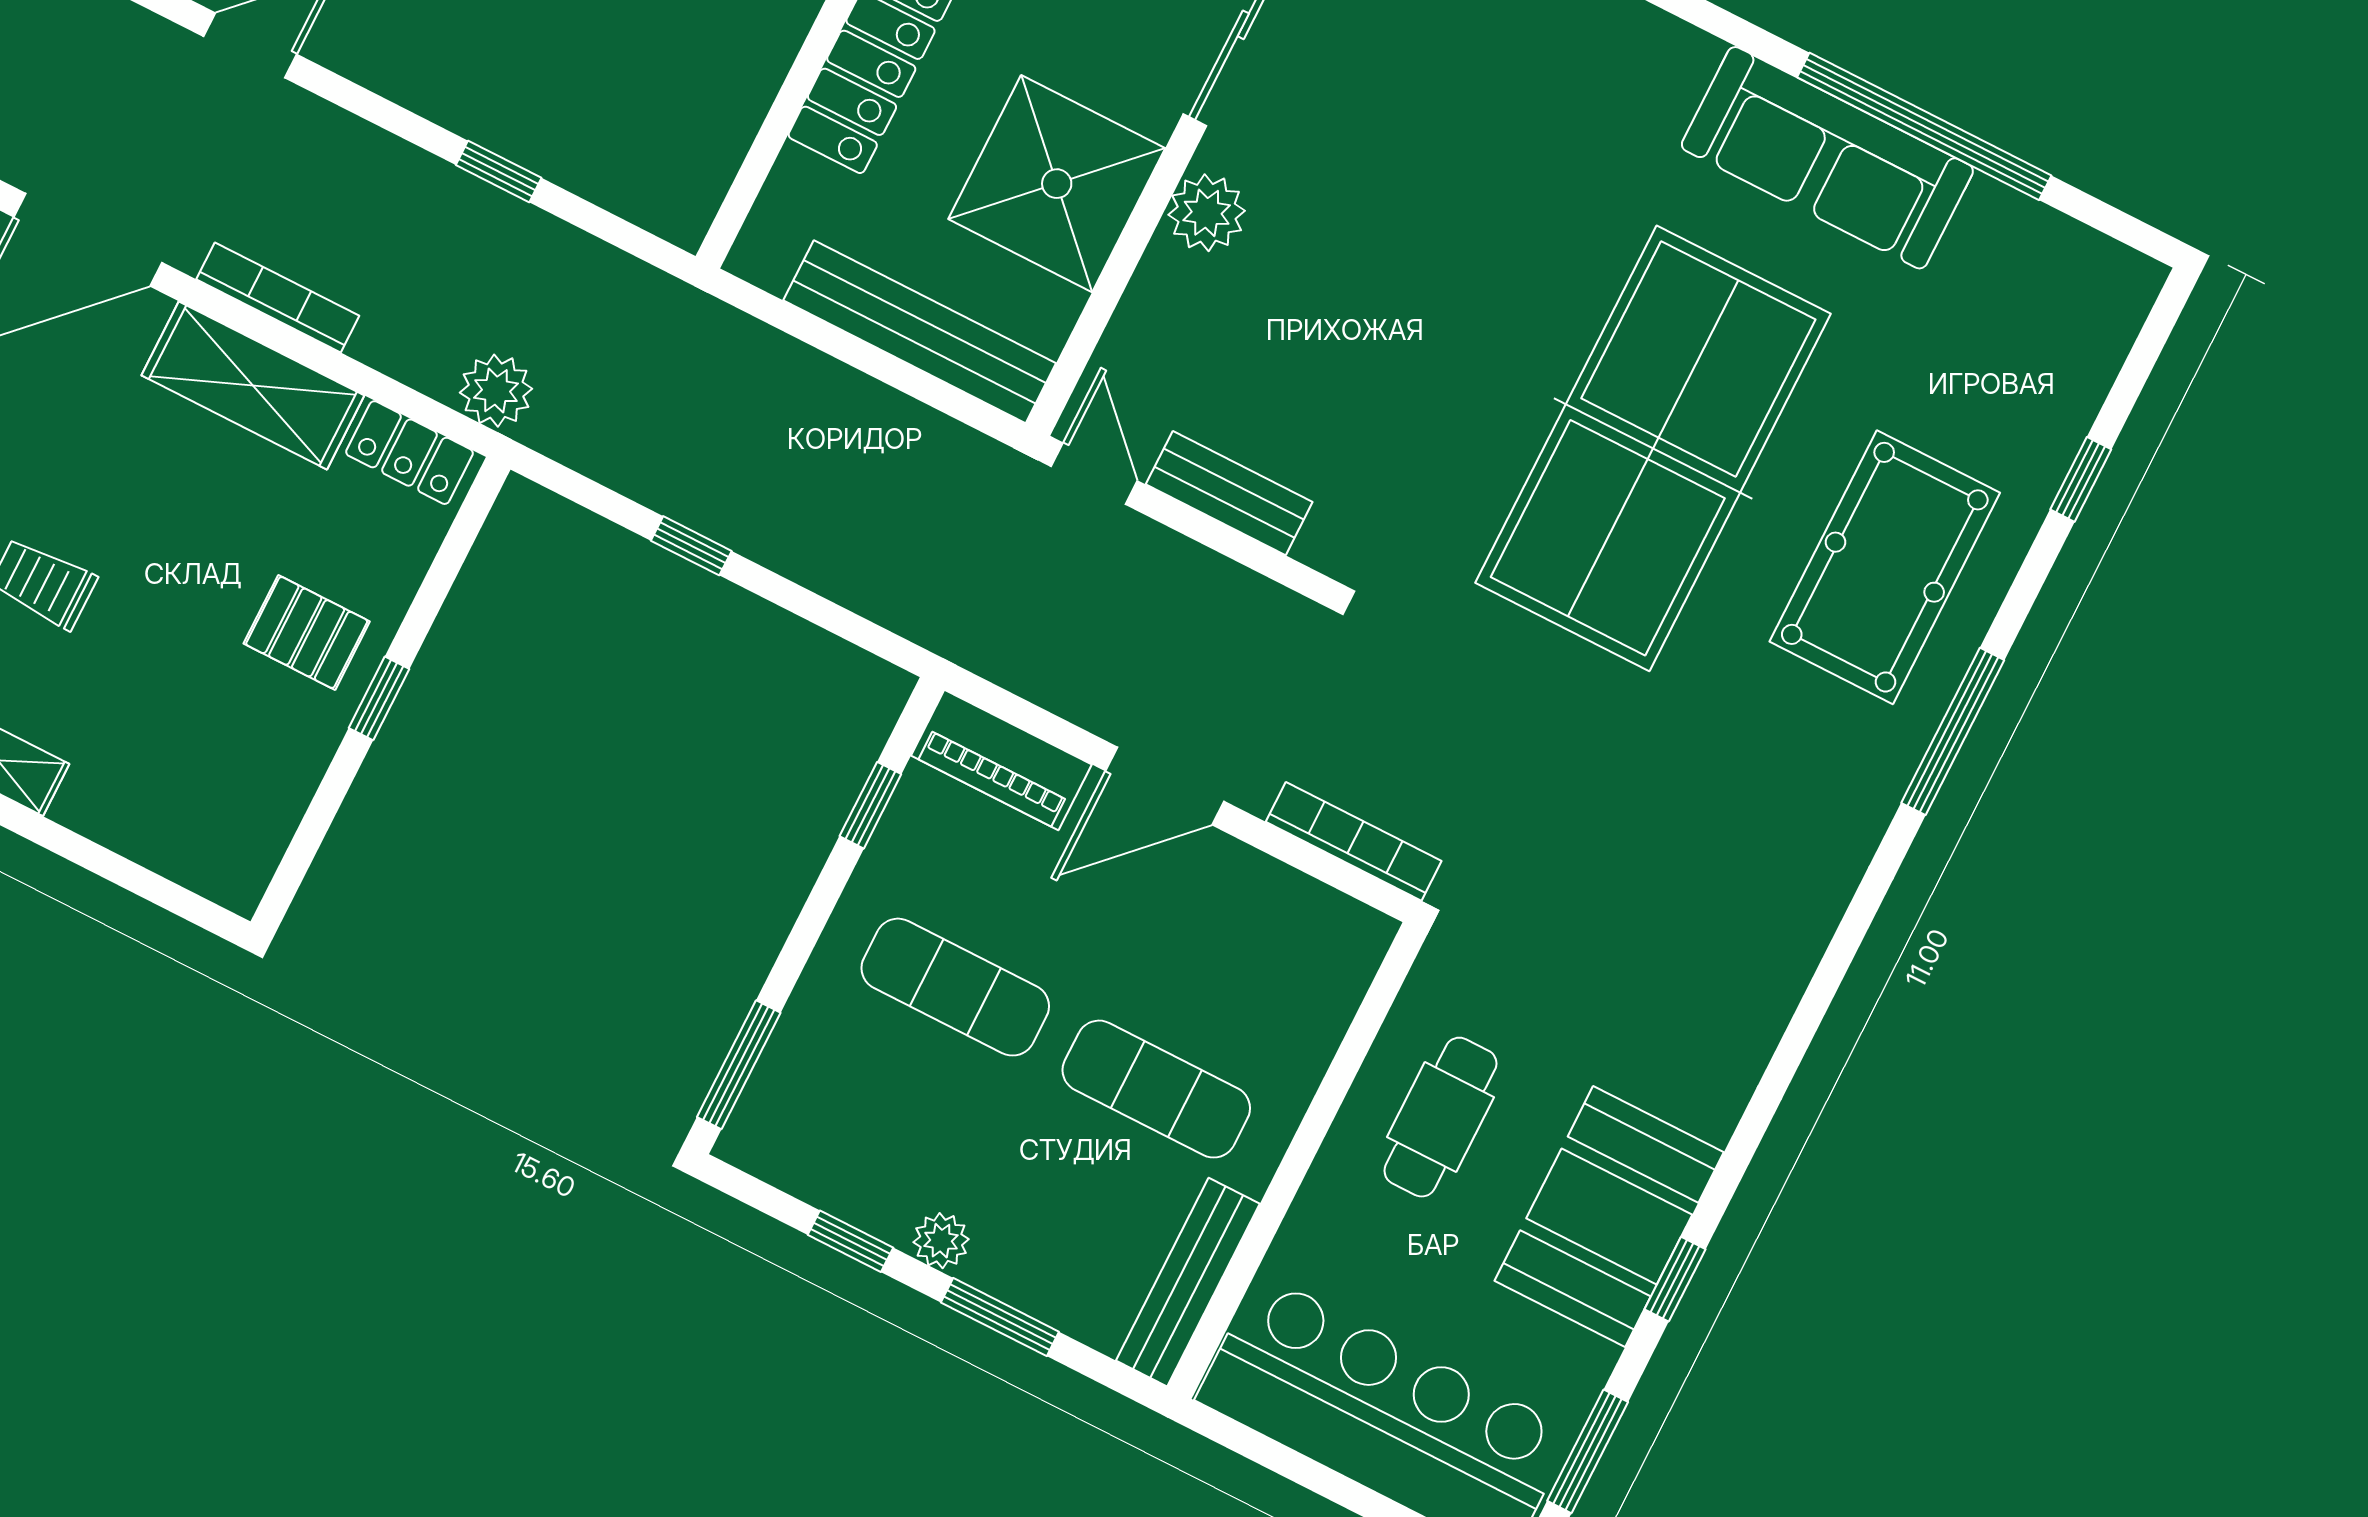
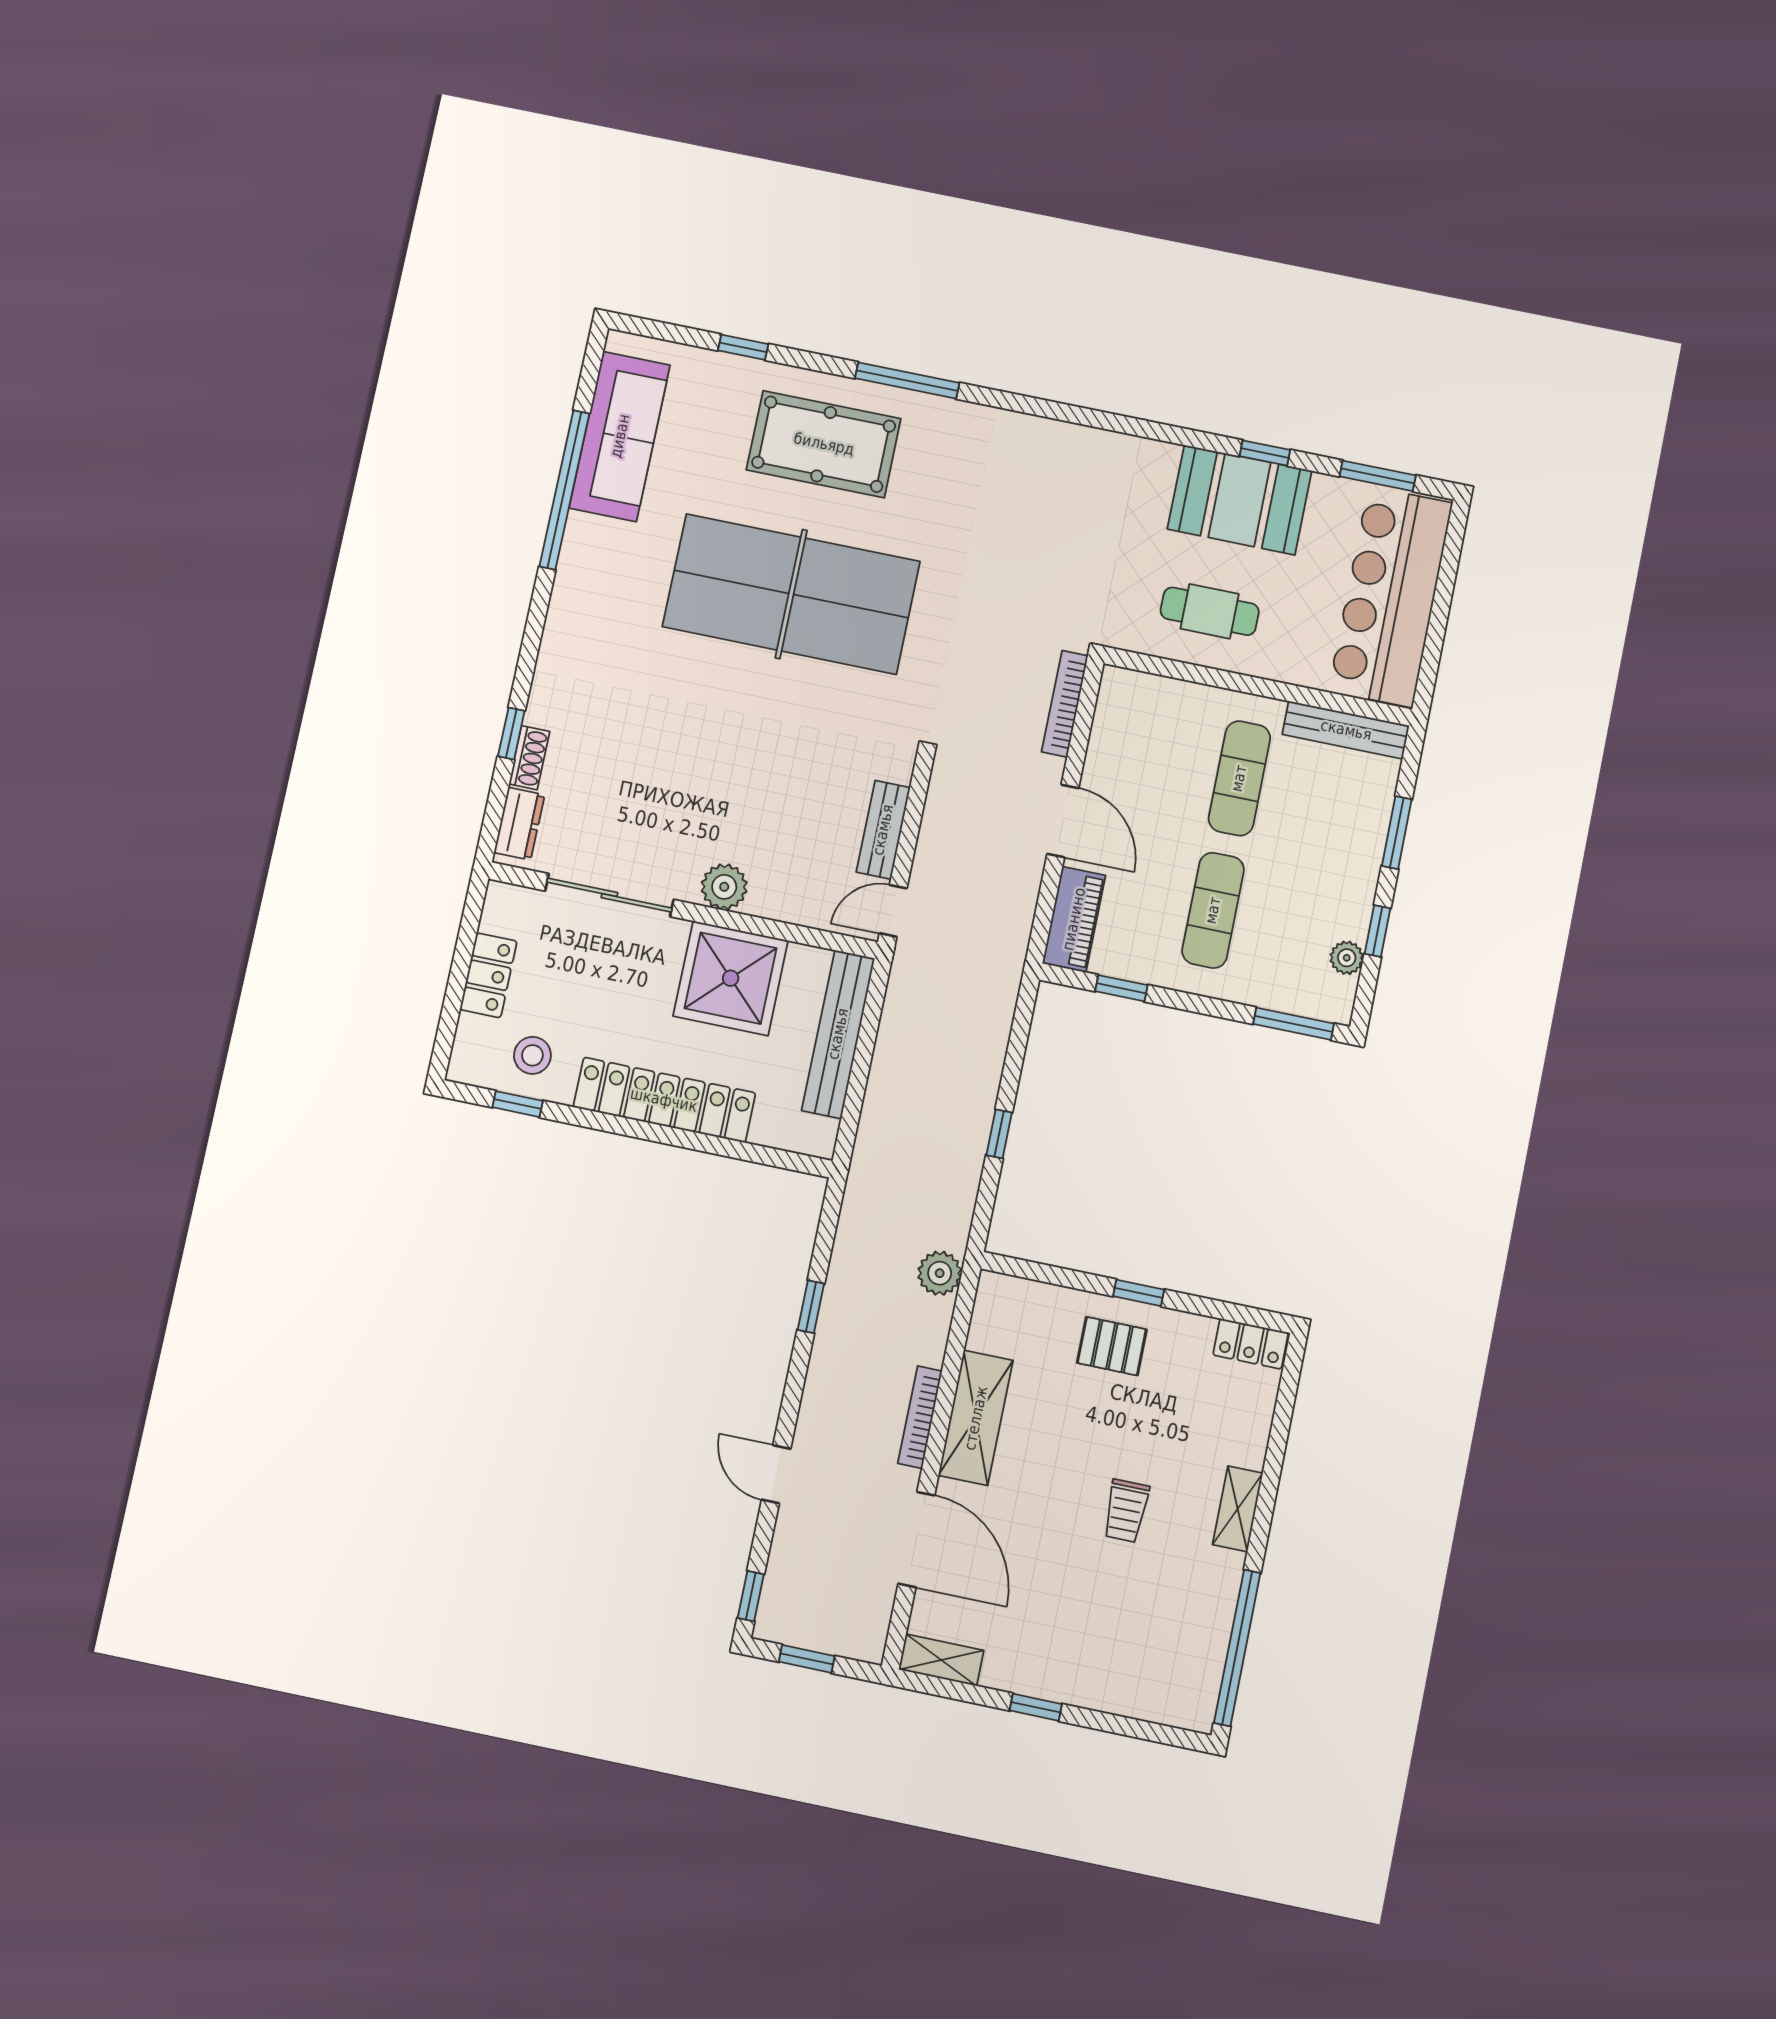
sofa: (1827, 158) -> (620, 436), moved
locker: (410, 453) -> (1251, 1344), moved, turned 90
pallet: (307, 632) -> (1112, 1346), turned 90
plant: (941, 1241) -> (1347, 958), moved

